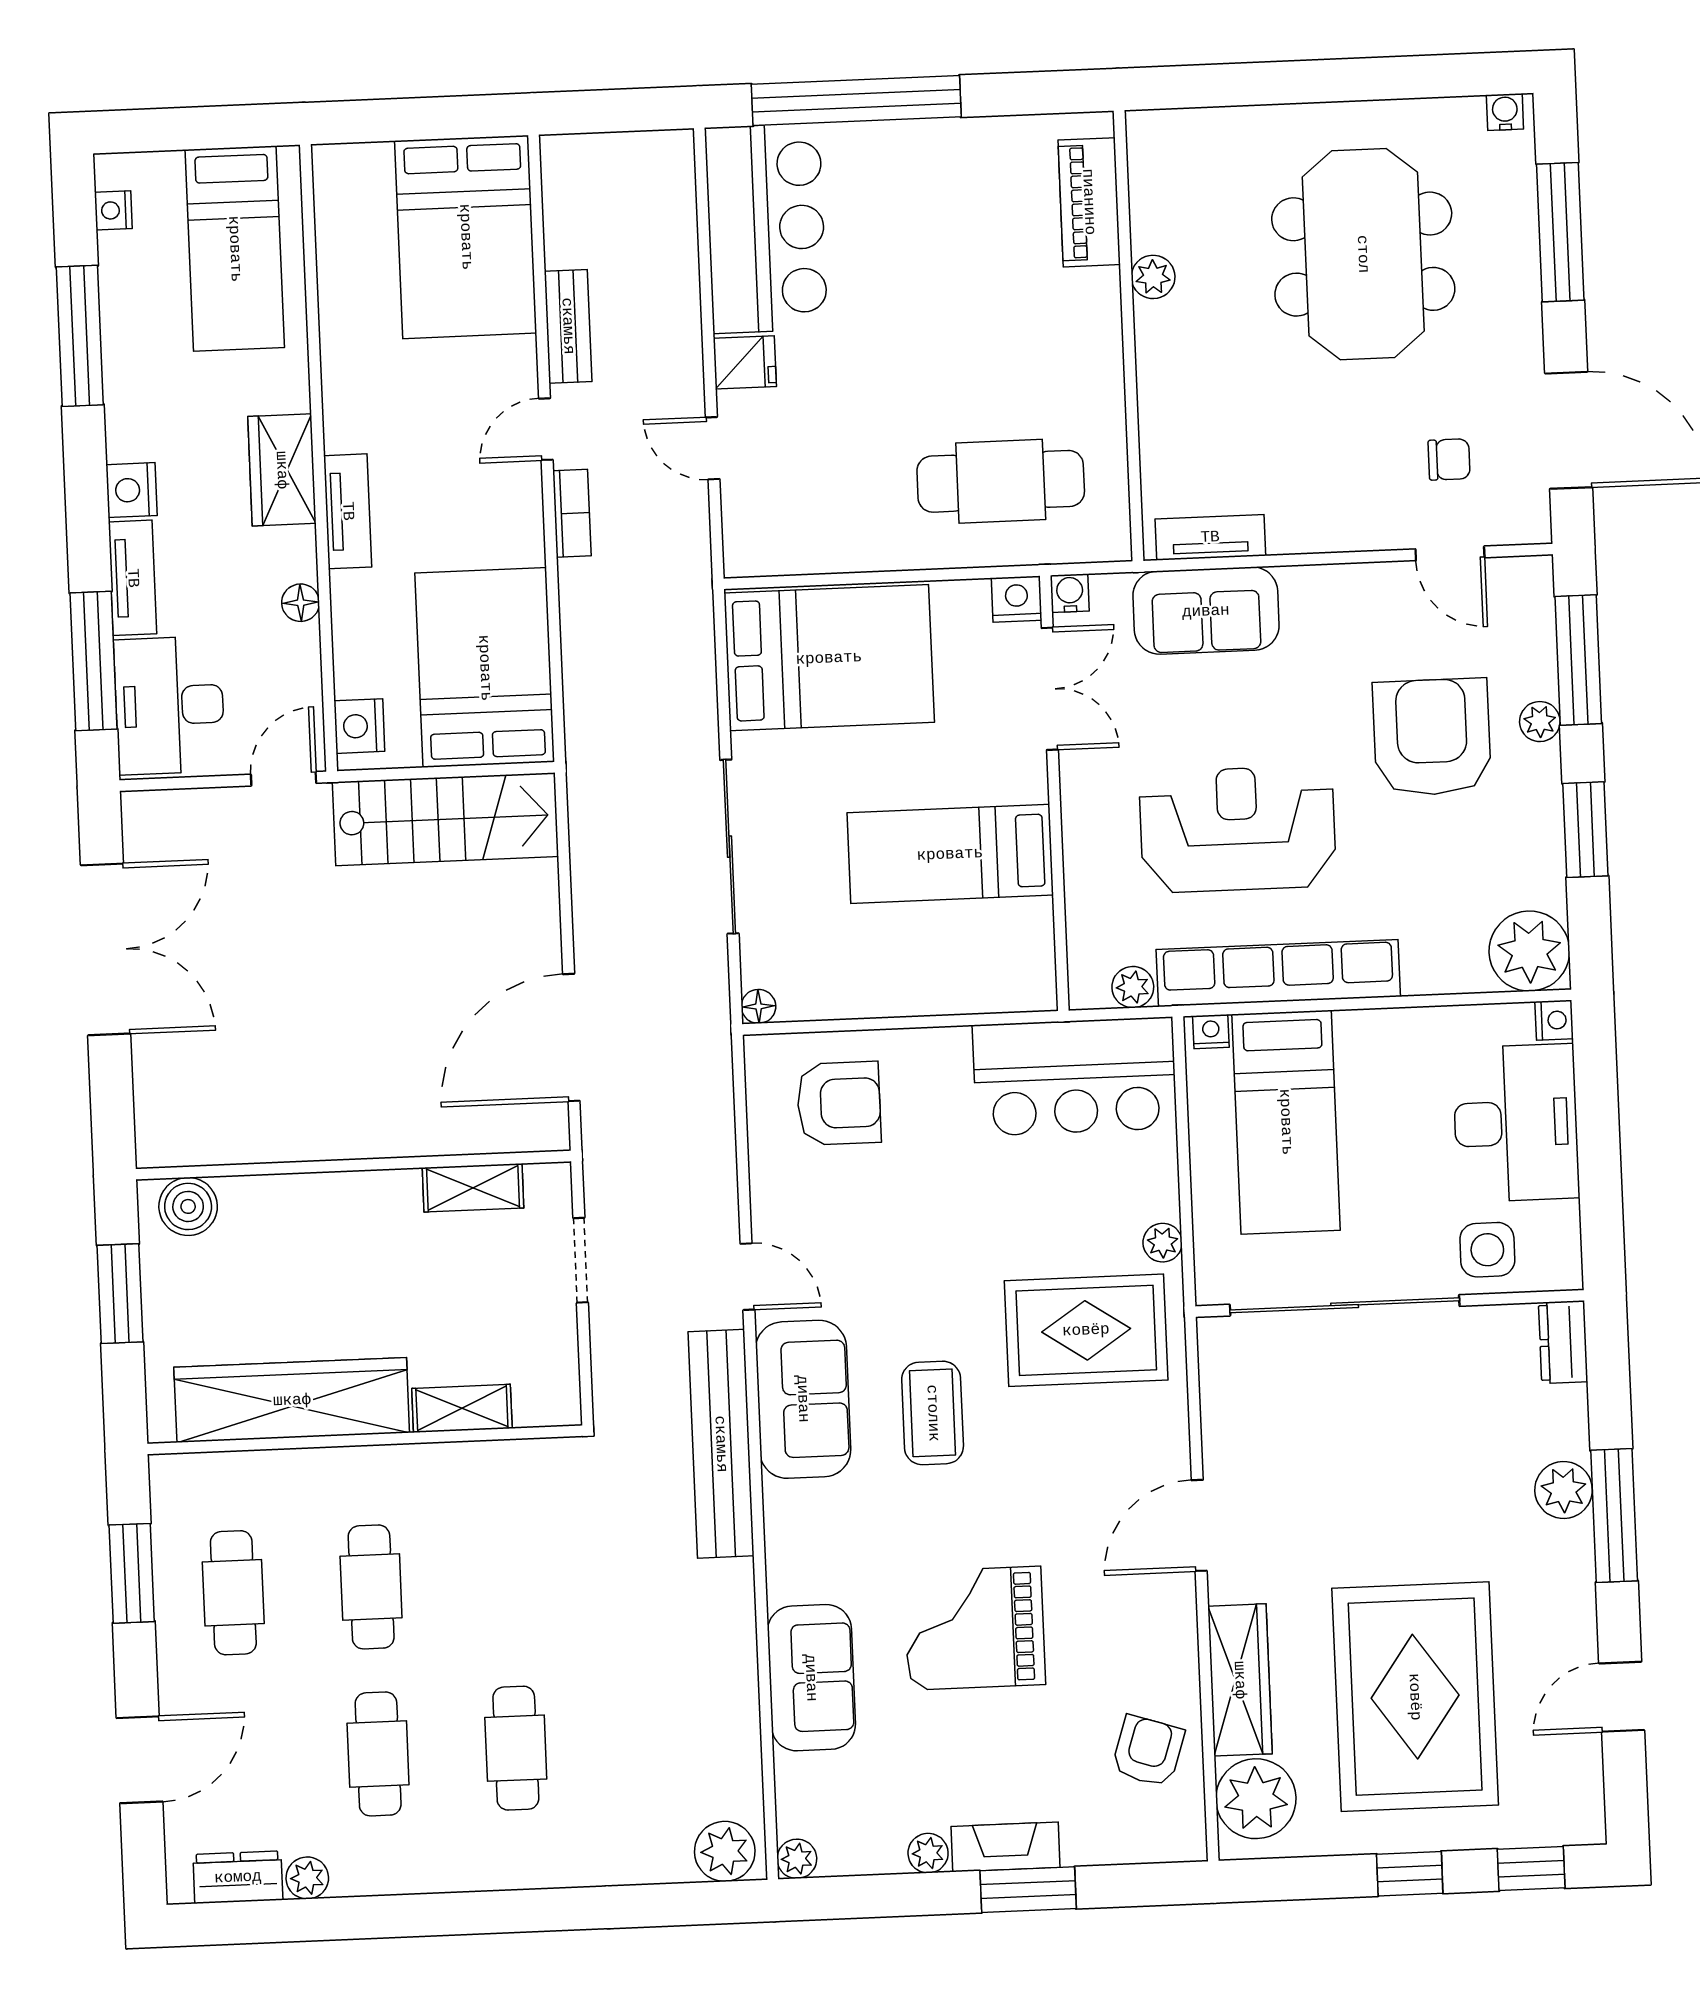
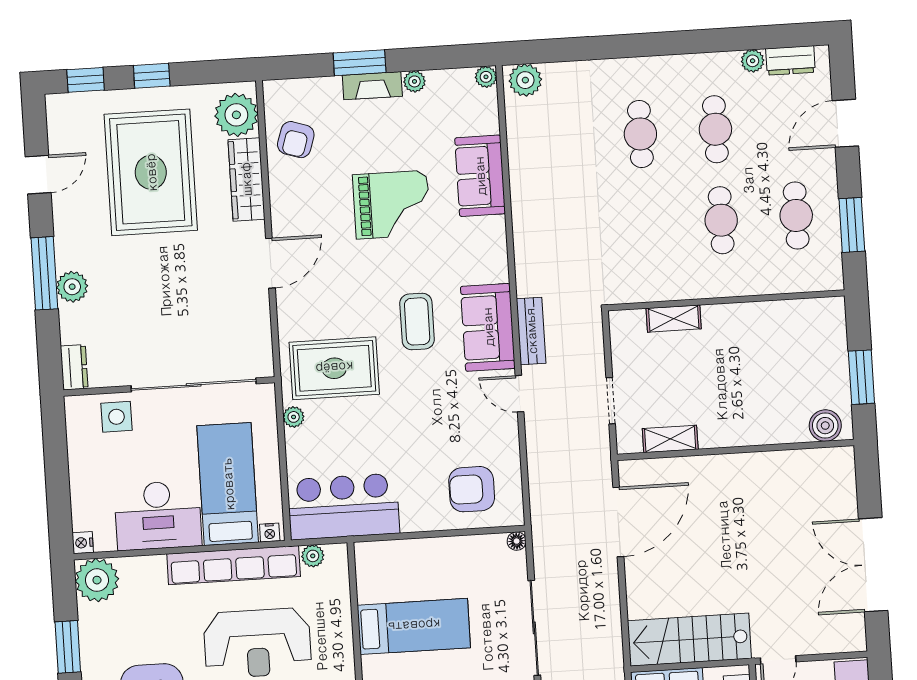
desk: (1516, 1123) -> (158, 515), moved, turned -90
wardrobe: (292, 1400) -> (767, 321), removed
bench: (721, 1444) -> (531, 331), width x0.54, depth x0.82

